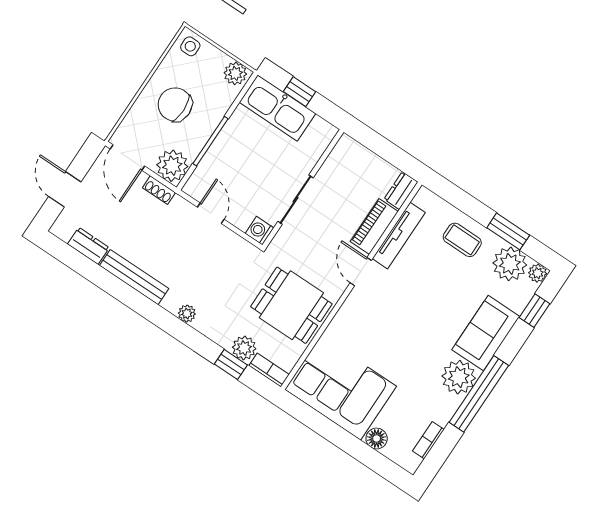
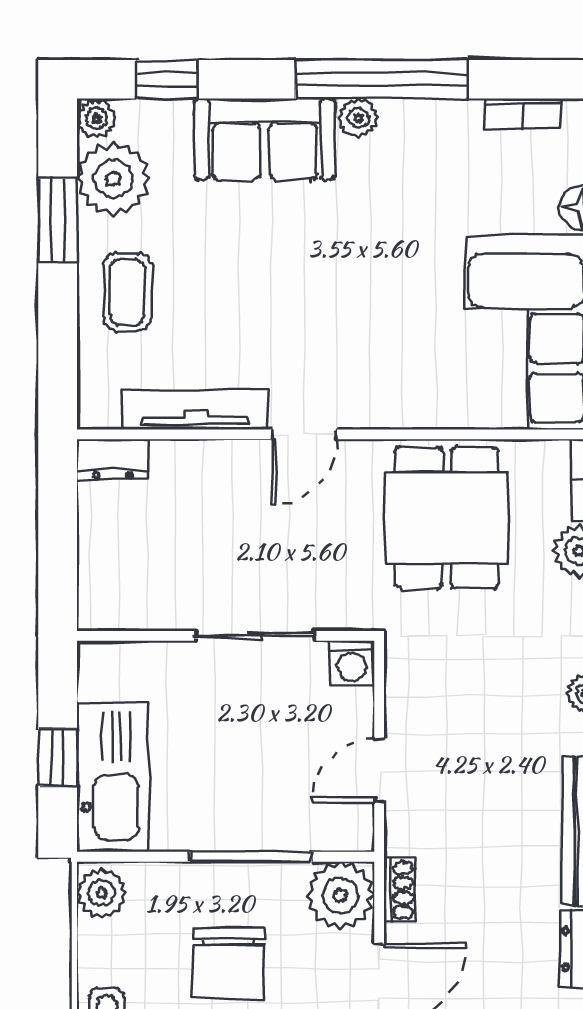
piano: (374, 226) -> (208, 464), removed
plant: (459, 377) -> (358, 118), width x0.53, depth x0.53

